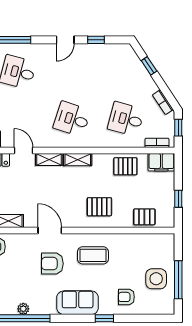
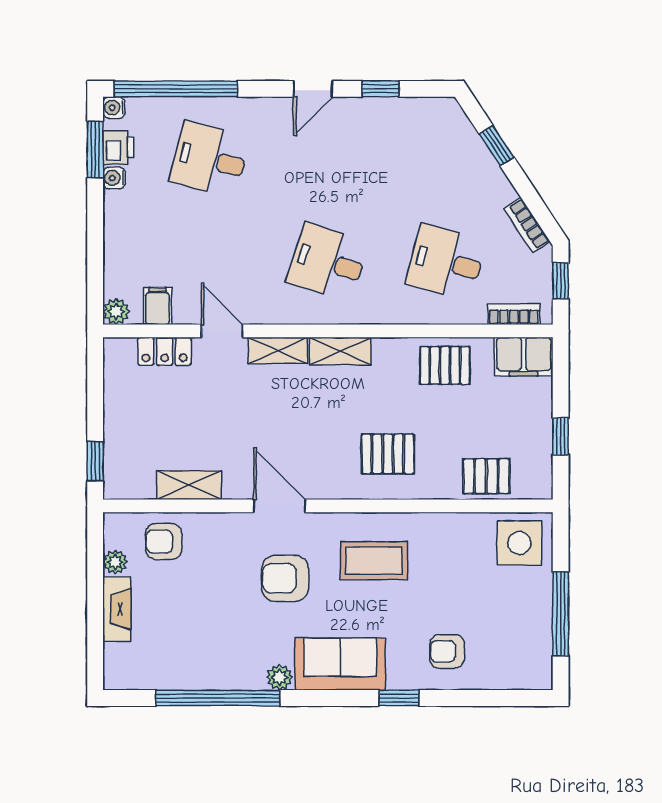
side table: (156, 279) -> (519, 543), moved
plant: (23, 309) -> (280, 677), moved

